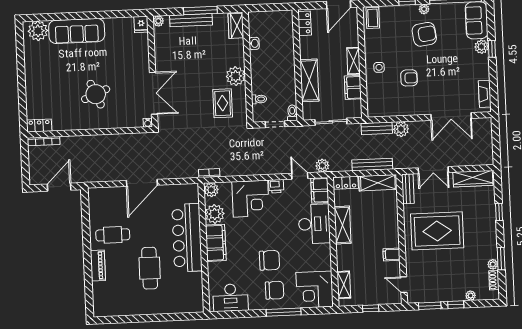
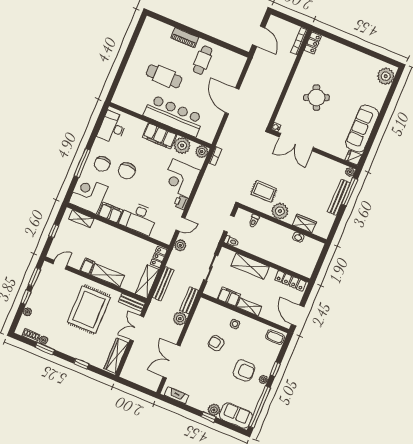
window: (200, 10) -> (350, 192), moved
locker: (305, 23) -> (290, 281), width x1.53
wardrobe: (236, 26) -> (305, 224), moved
sofa: (77, 31) -> (362, 129), moved
armchair: (424, 34) -> (244, 370), turned -82
armchair: (409, 78) -> (216, 343), turned 99
filing cabinet: (320, 190) -> (110, 213), moved
shelving: (343, 225) -> (107, 275), moved

